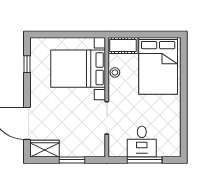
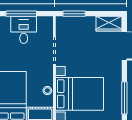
window: (27, 64) -> (124, 98), width x2.17
window: (72, 160) -> (74, 14), moved

